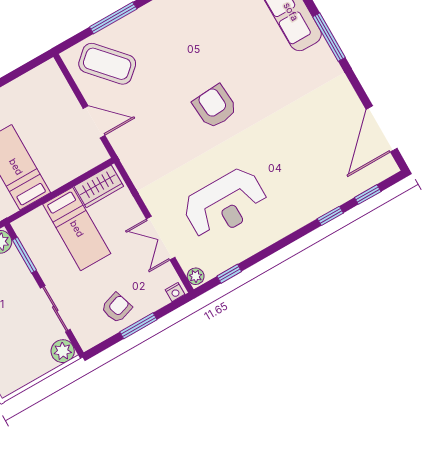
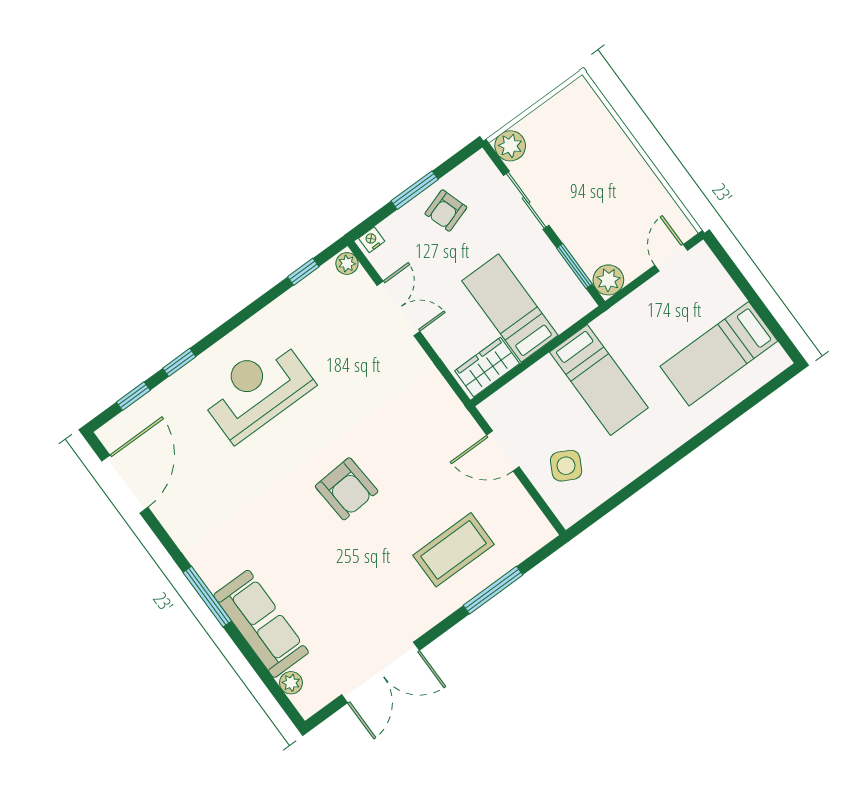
coffee table: (107, 64) -> (453, 550), moved, turned -48
side table: (48, 105) -> (566, 466), added
reception desk: (225, 204) -> (257, 390), moved

